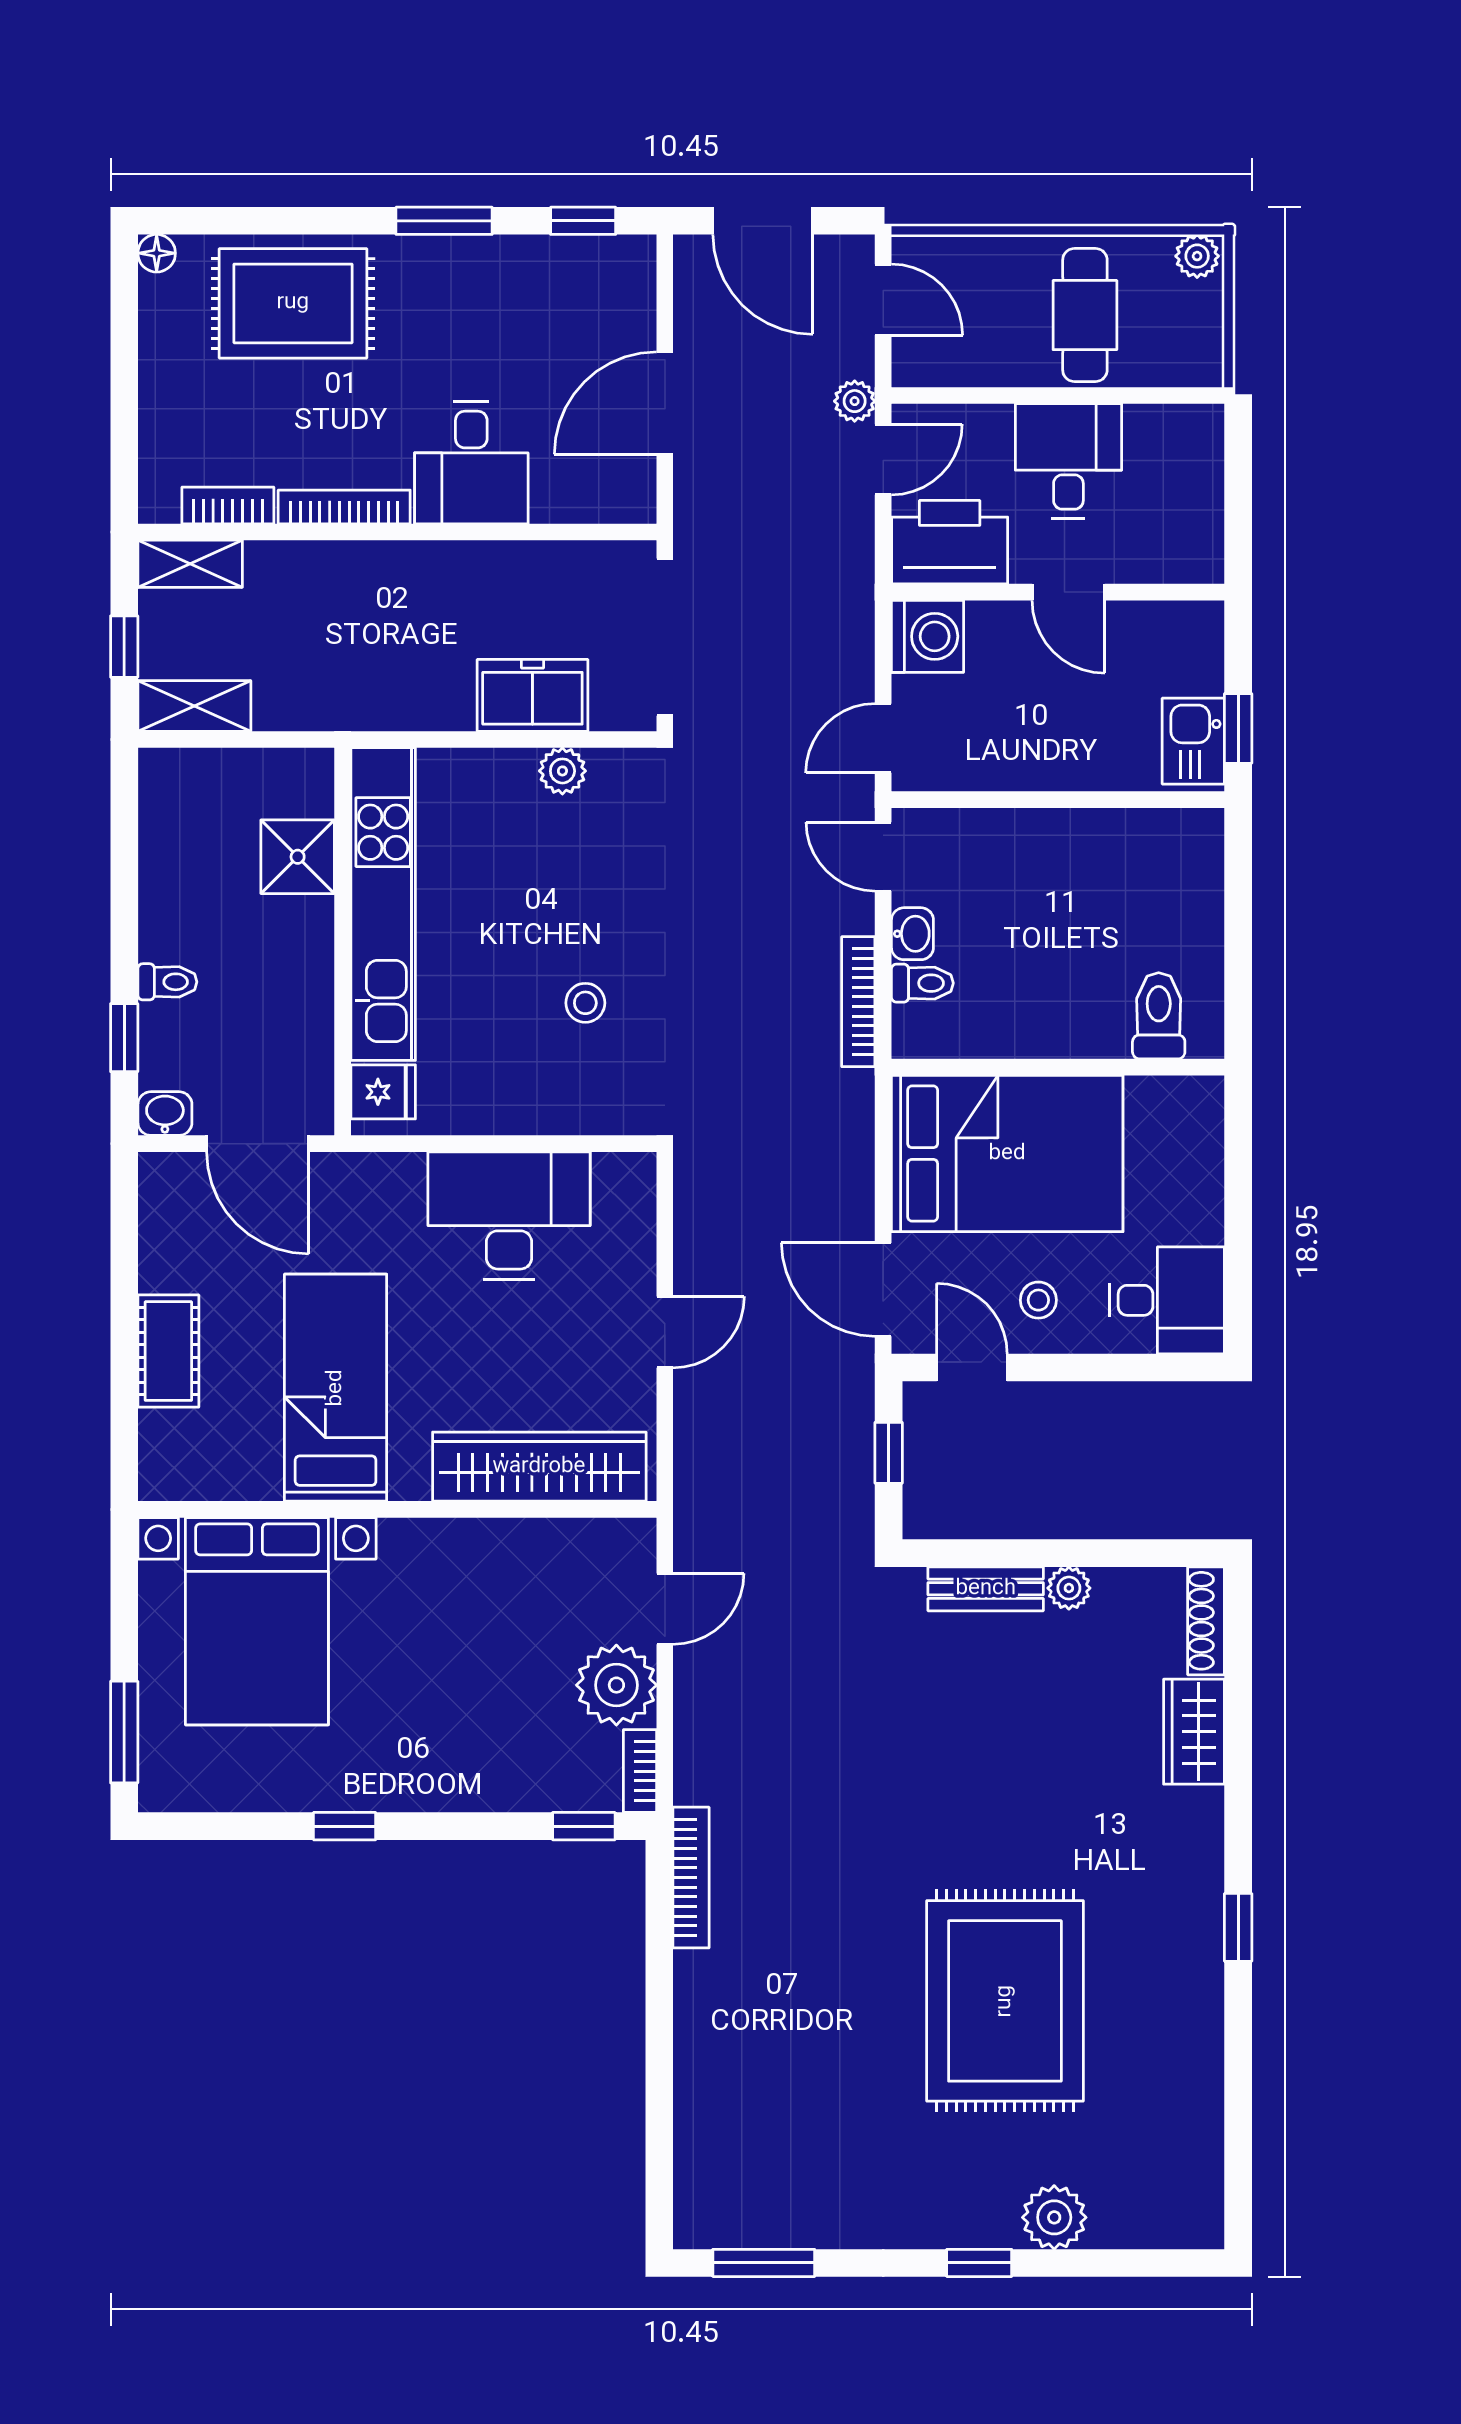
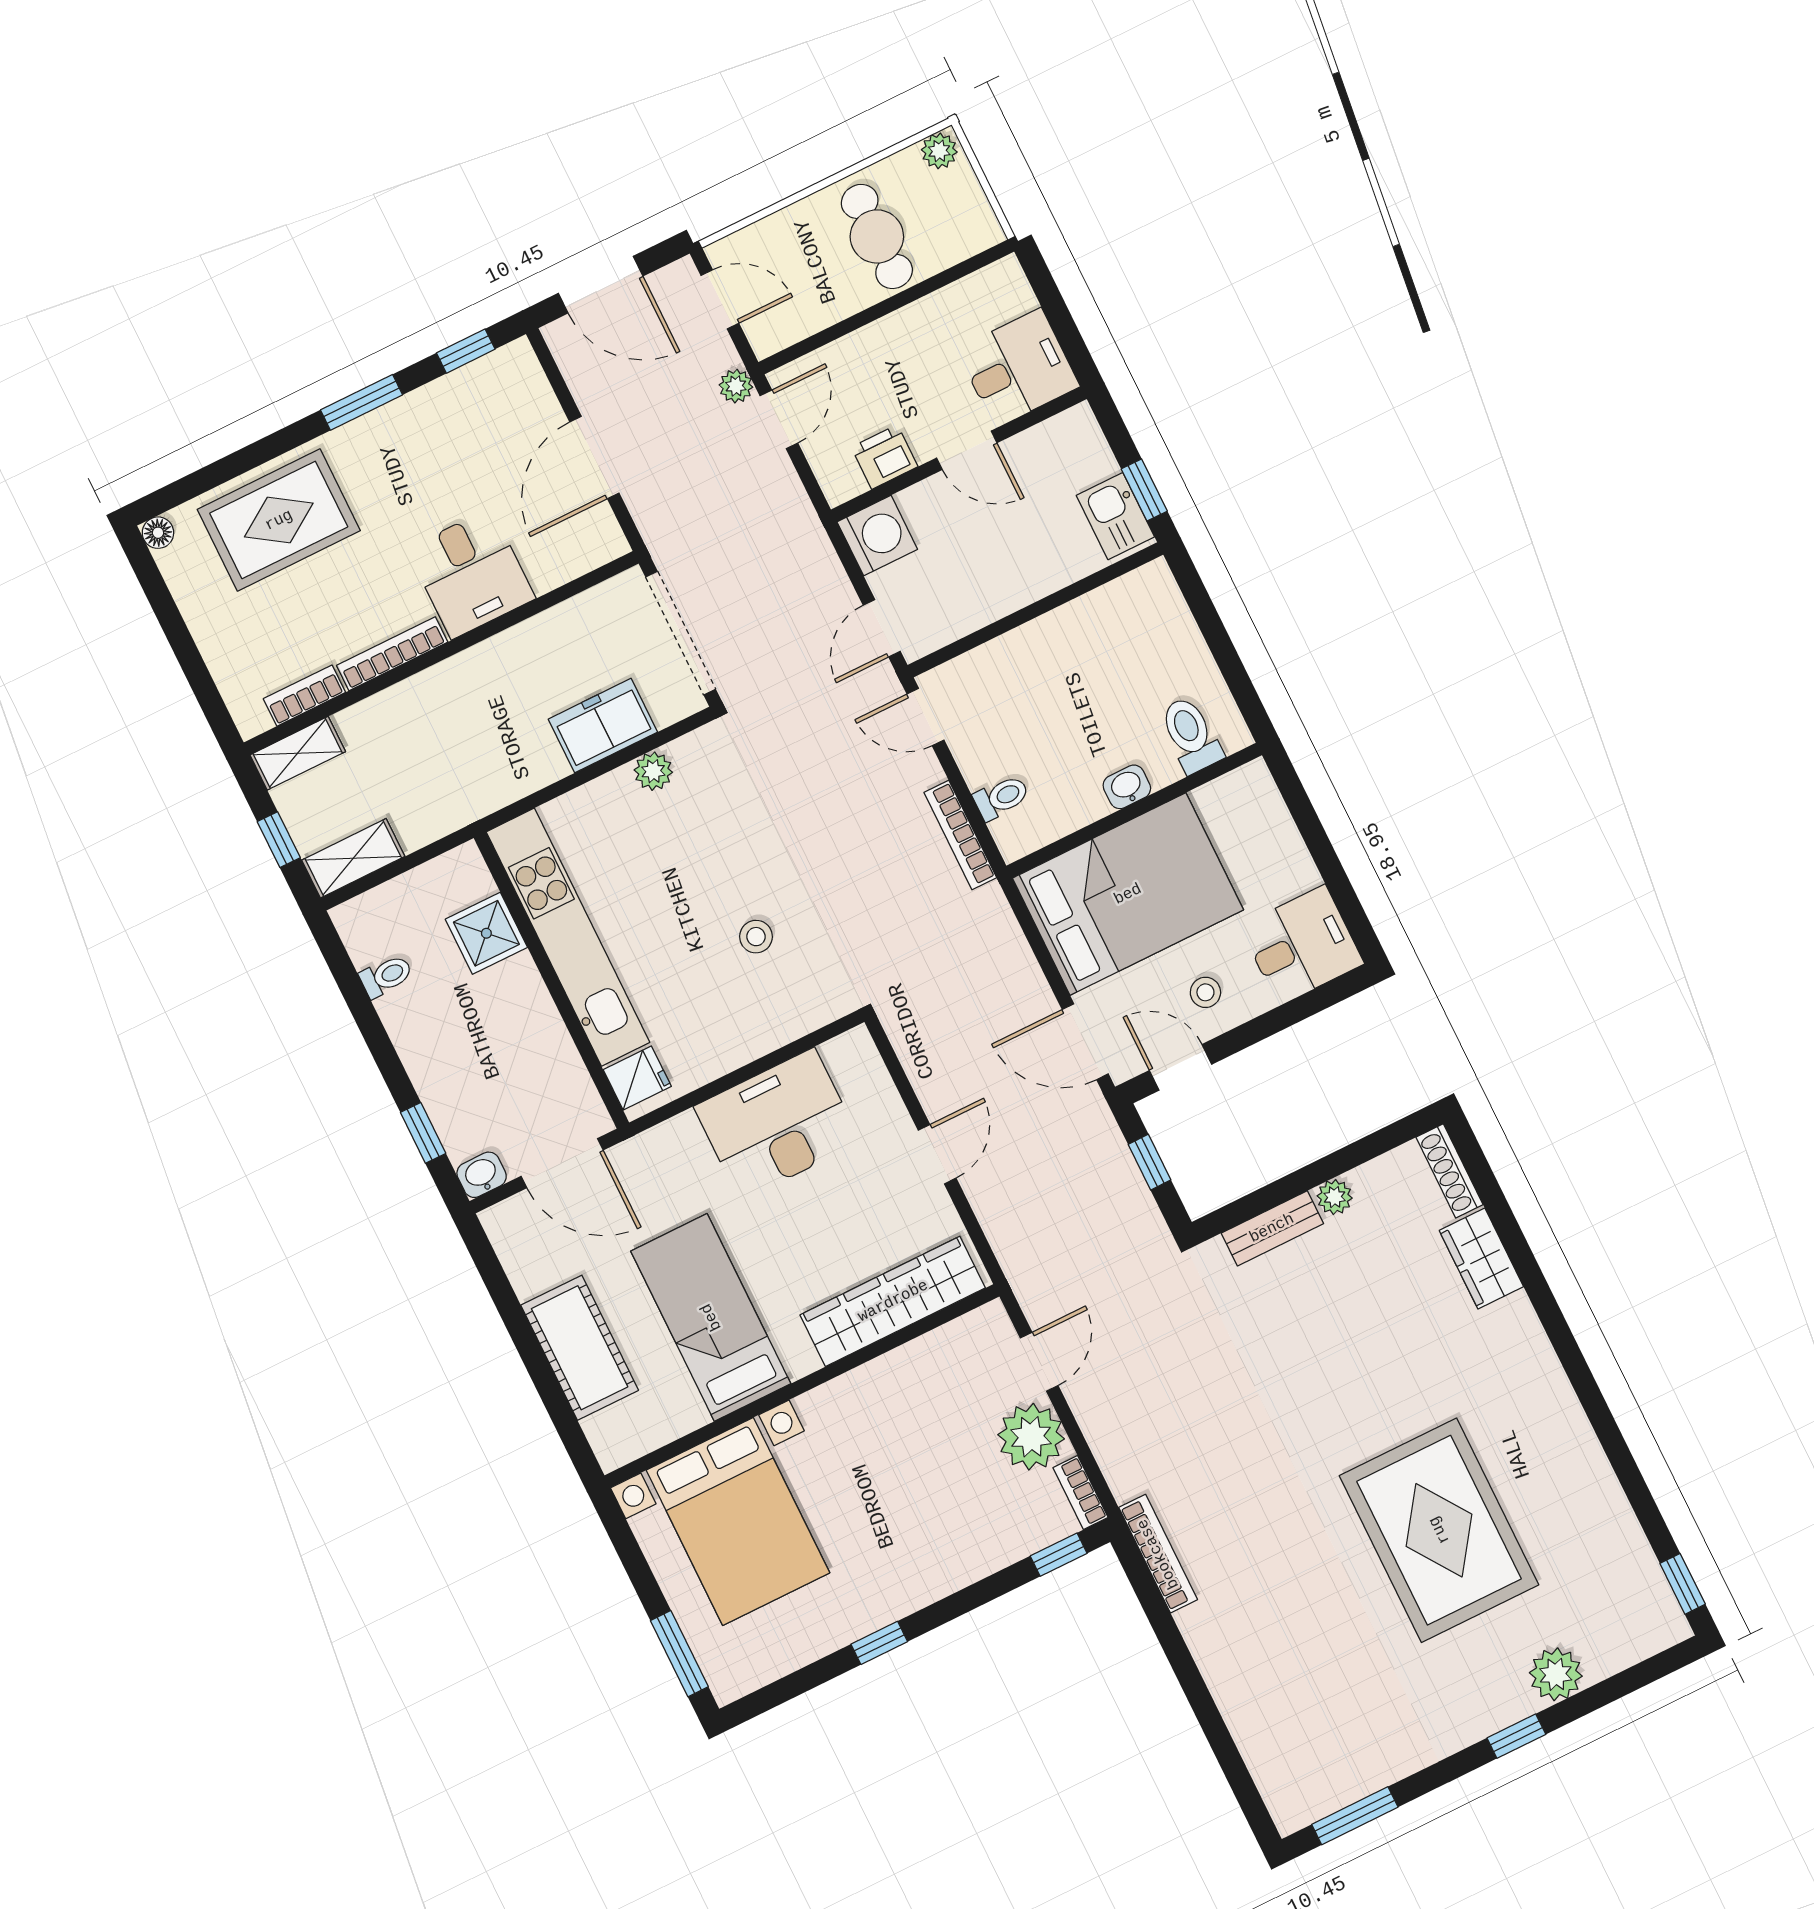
desk: (1068, 461) -> (1018, 368), moved, turned 90
printer: (950, 542) -> (885, 457), width x0.53, depth x0.68
washbasin: (912, 934) -> (1127, 787), moved, turned -90
toilet: (167, 982) -> (386, 976), moved
cot: (168, 1351) -> (580, 1348), width x1.37, depth x1.34
window: (1238, 1927) -> (1683, 1584), moved

